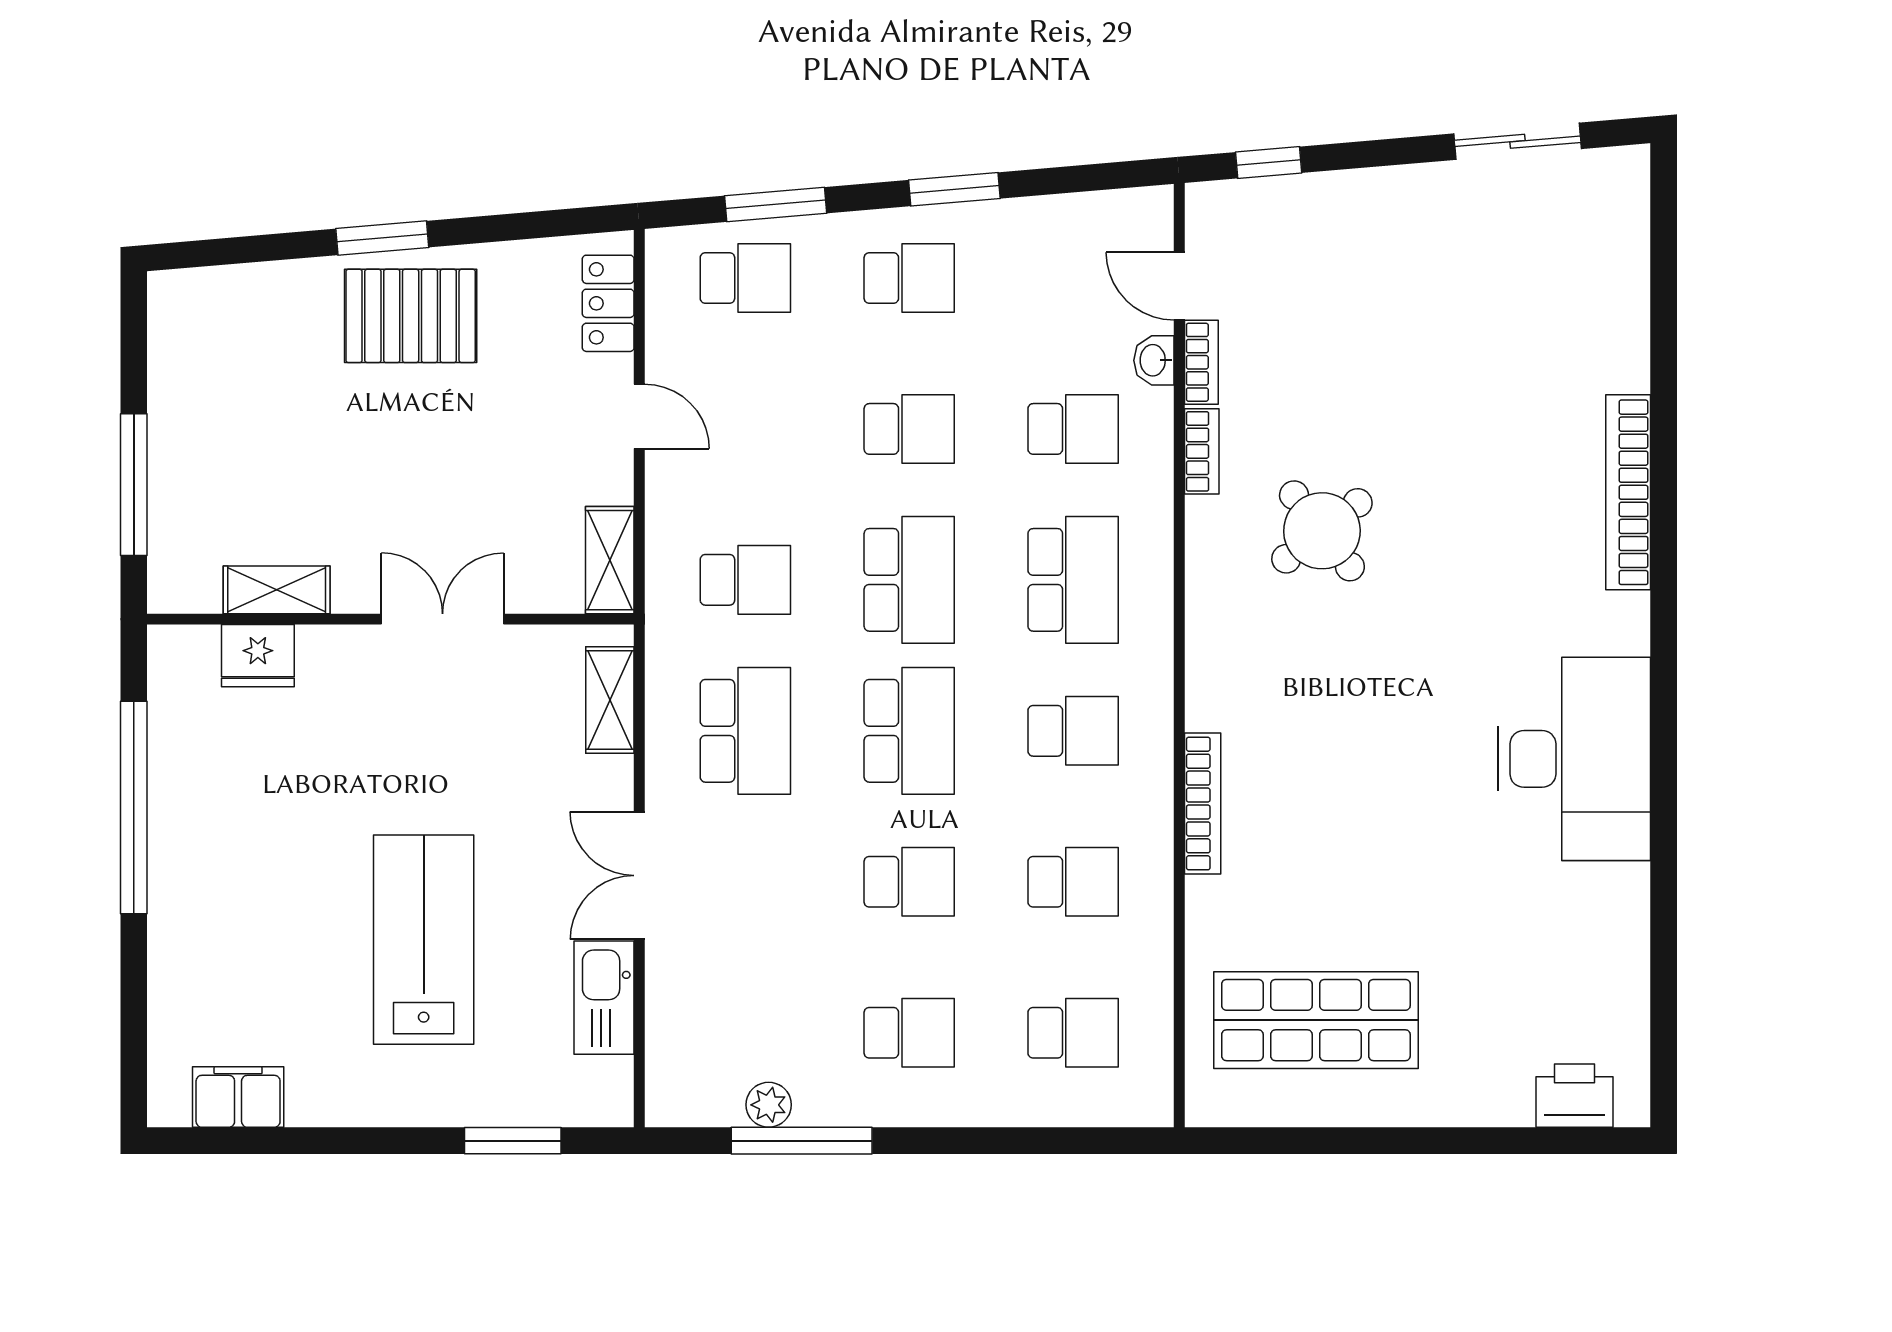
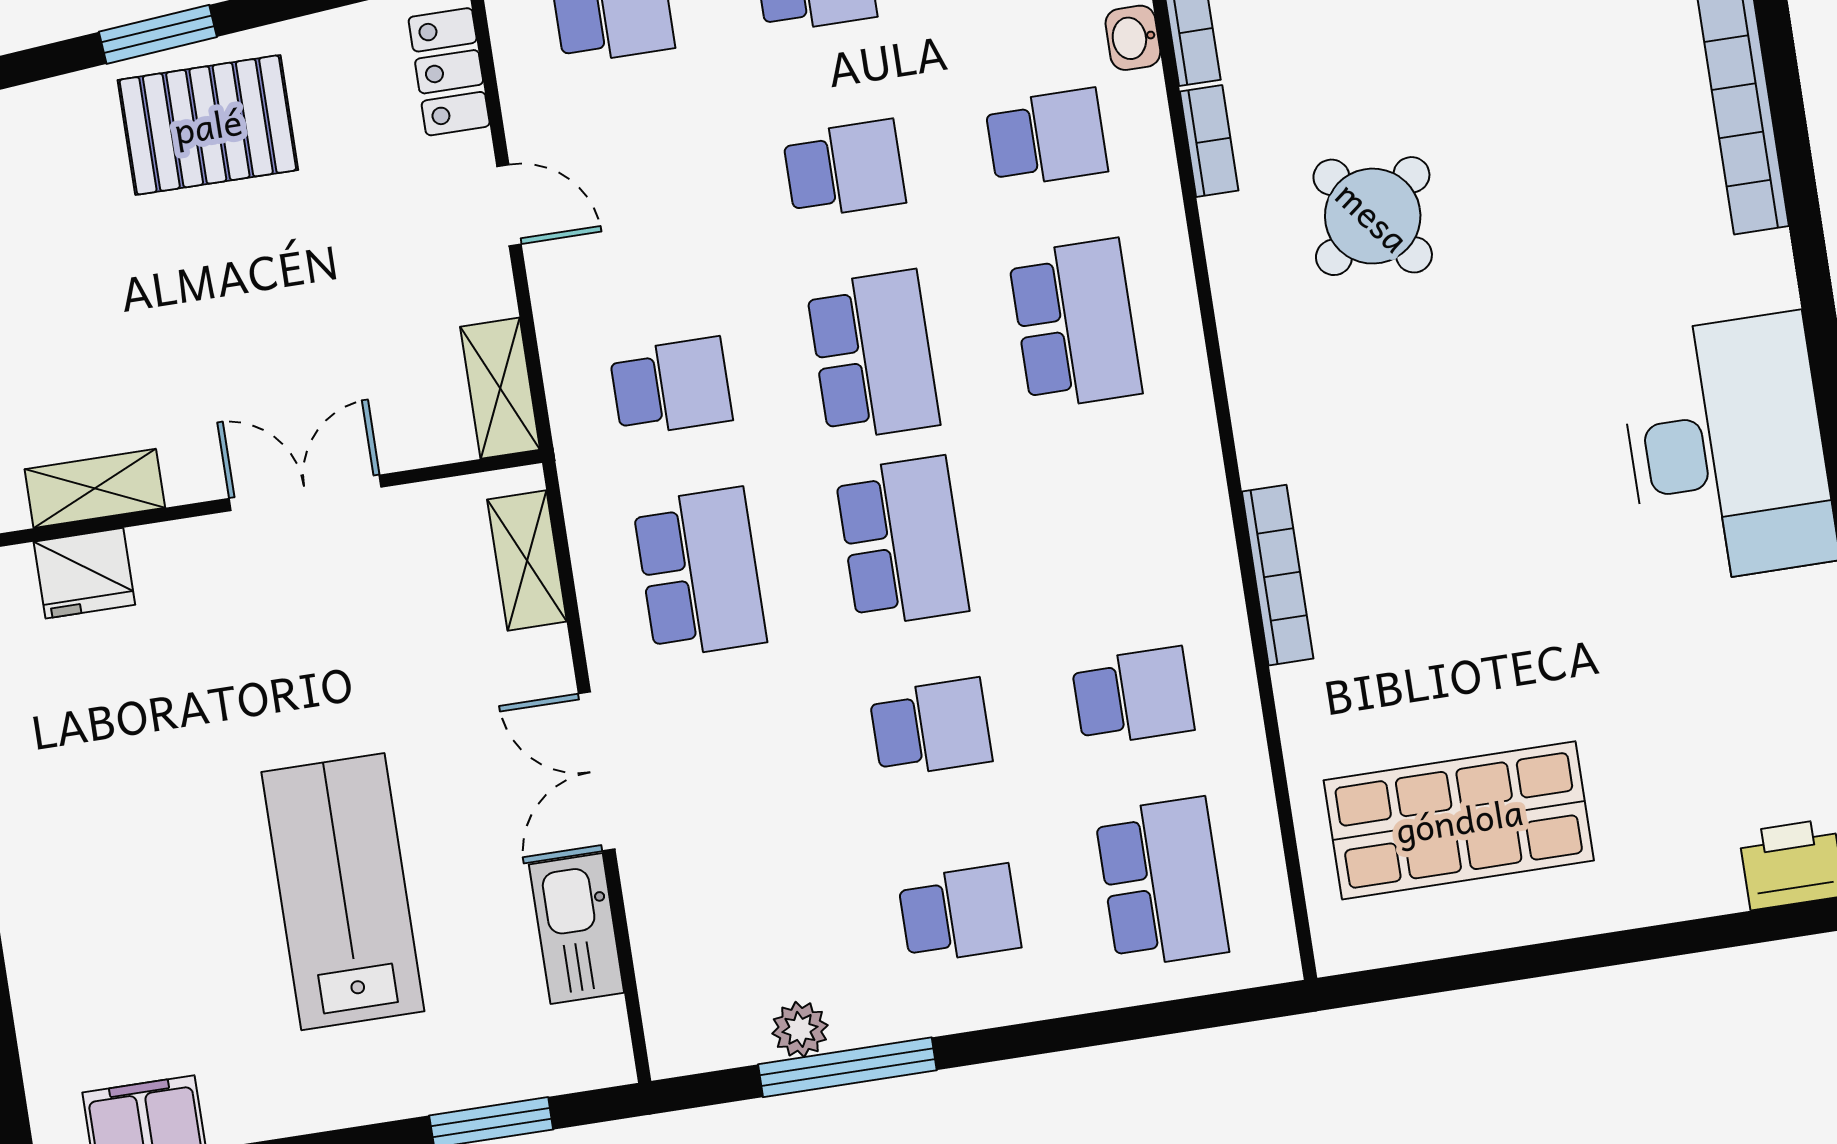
school desk: (1073, 731) -> (1104, 510), removed
school desk: (1073, 1033) -> (1162, 882), width x1.85

